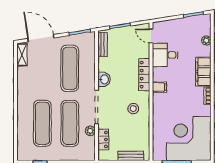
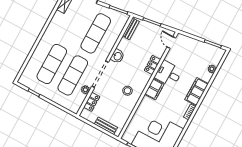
desk: (165, 55) -> (168, 74), moved
locker: (144, 75) -> (152, 65), width x0.66
filing cabinet: (159, 87) -> (154, 89), width x2.00

